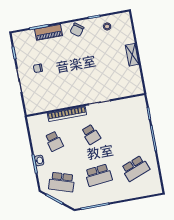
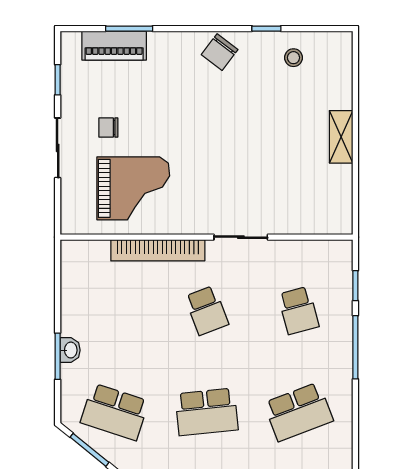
piano: (49, 32) -> (114, 46), moved
grand piano: (53, 91) -> (133, 188), added
school desk: (54, 141) -> (298, 310), moved

